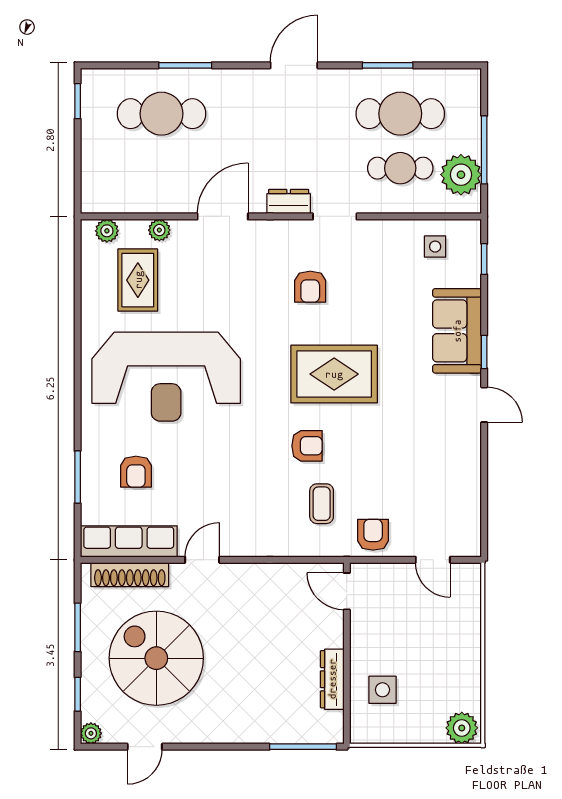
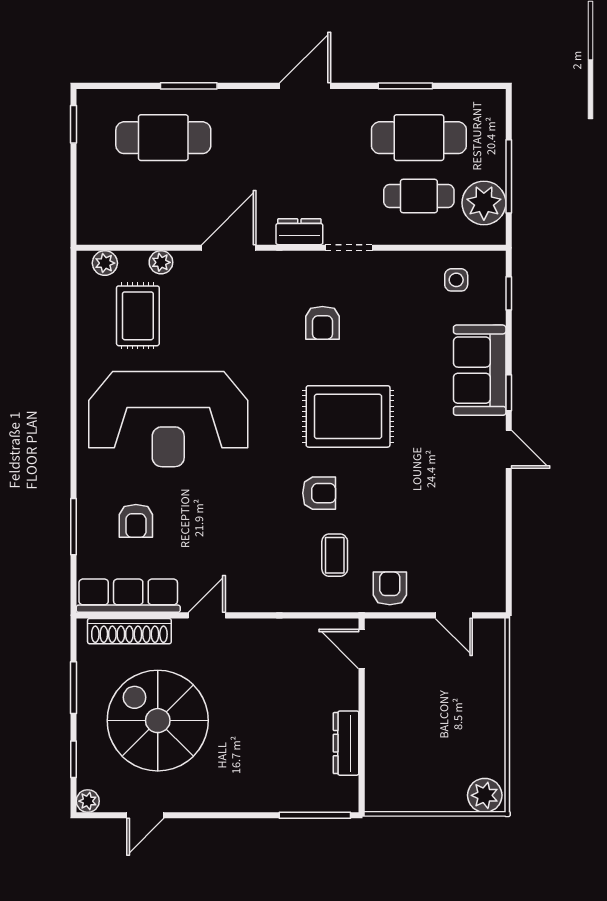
side table: (382, 690) -> (400, 754), removed

